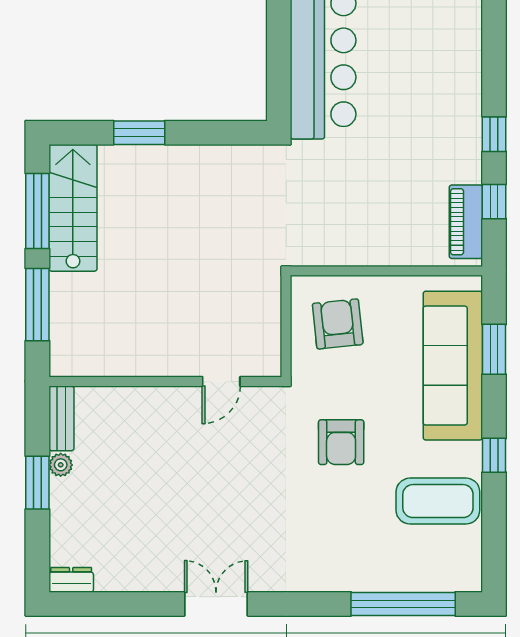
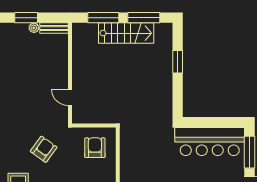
stairs: (73, 208) -> (126, 33), moved
armchair: (338, 324) -> (95, 148), turned -84
armchair: (341, 442) -> (44, 149), turned 126

